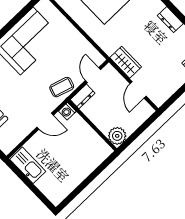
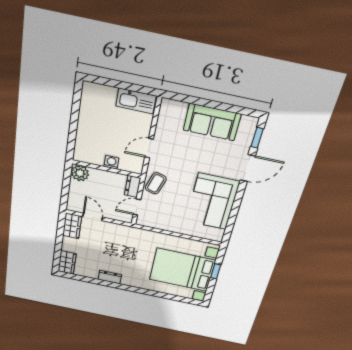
wardrobe: (126, 62) -> (72, 226), moved, turned -90
door: (93, 75) -> (137, 207), swing flipped
washing machine: (67, 111) -> (111, 162), moved

